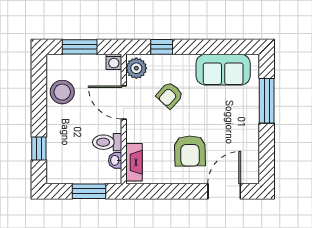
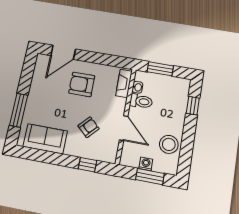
washing machine: (114, 62) -> (146, 164), moved
plant: (136, 68) -> (110, 152), removed
armchair: (190, 151) -> (82, 84), turned -89

